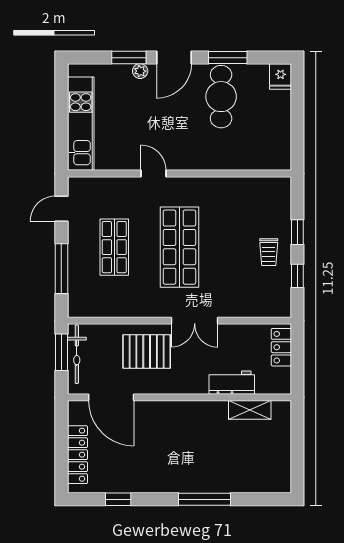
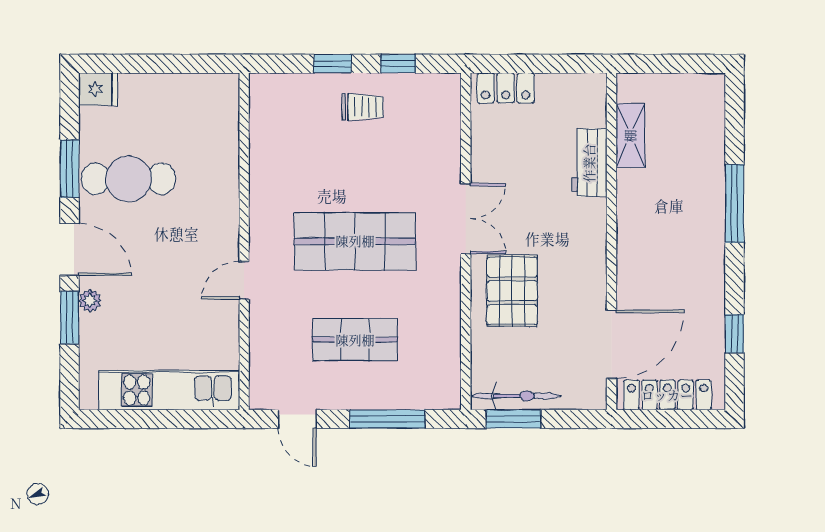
workbench: (232, 383) -> (589, 163), moved
door: (111, 397) -> (612, 344), moved
wall: (179, 397) -> (612, 241), moved
shelving: (250, 410) -> (630, 136), moved

